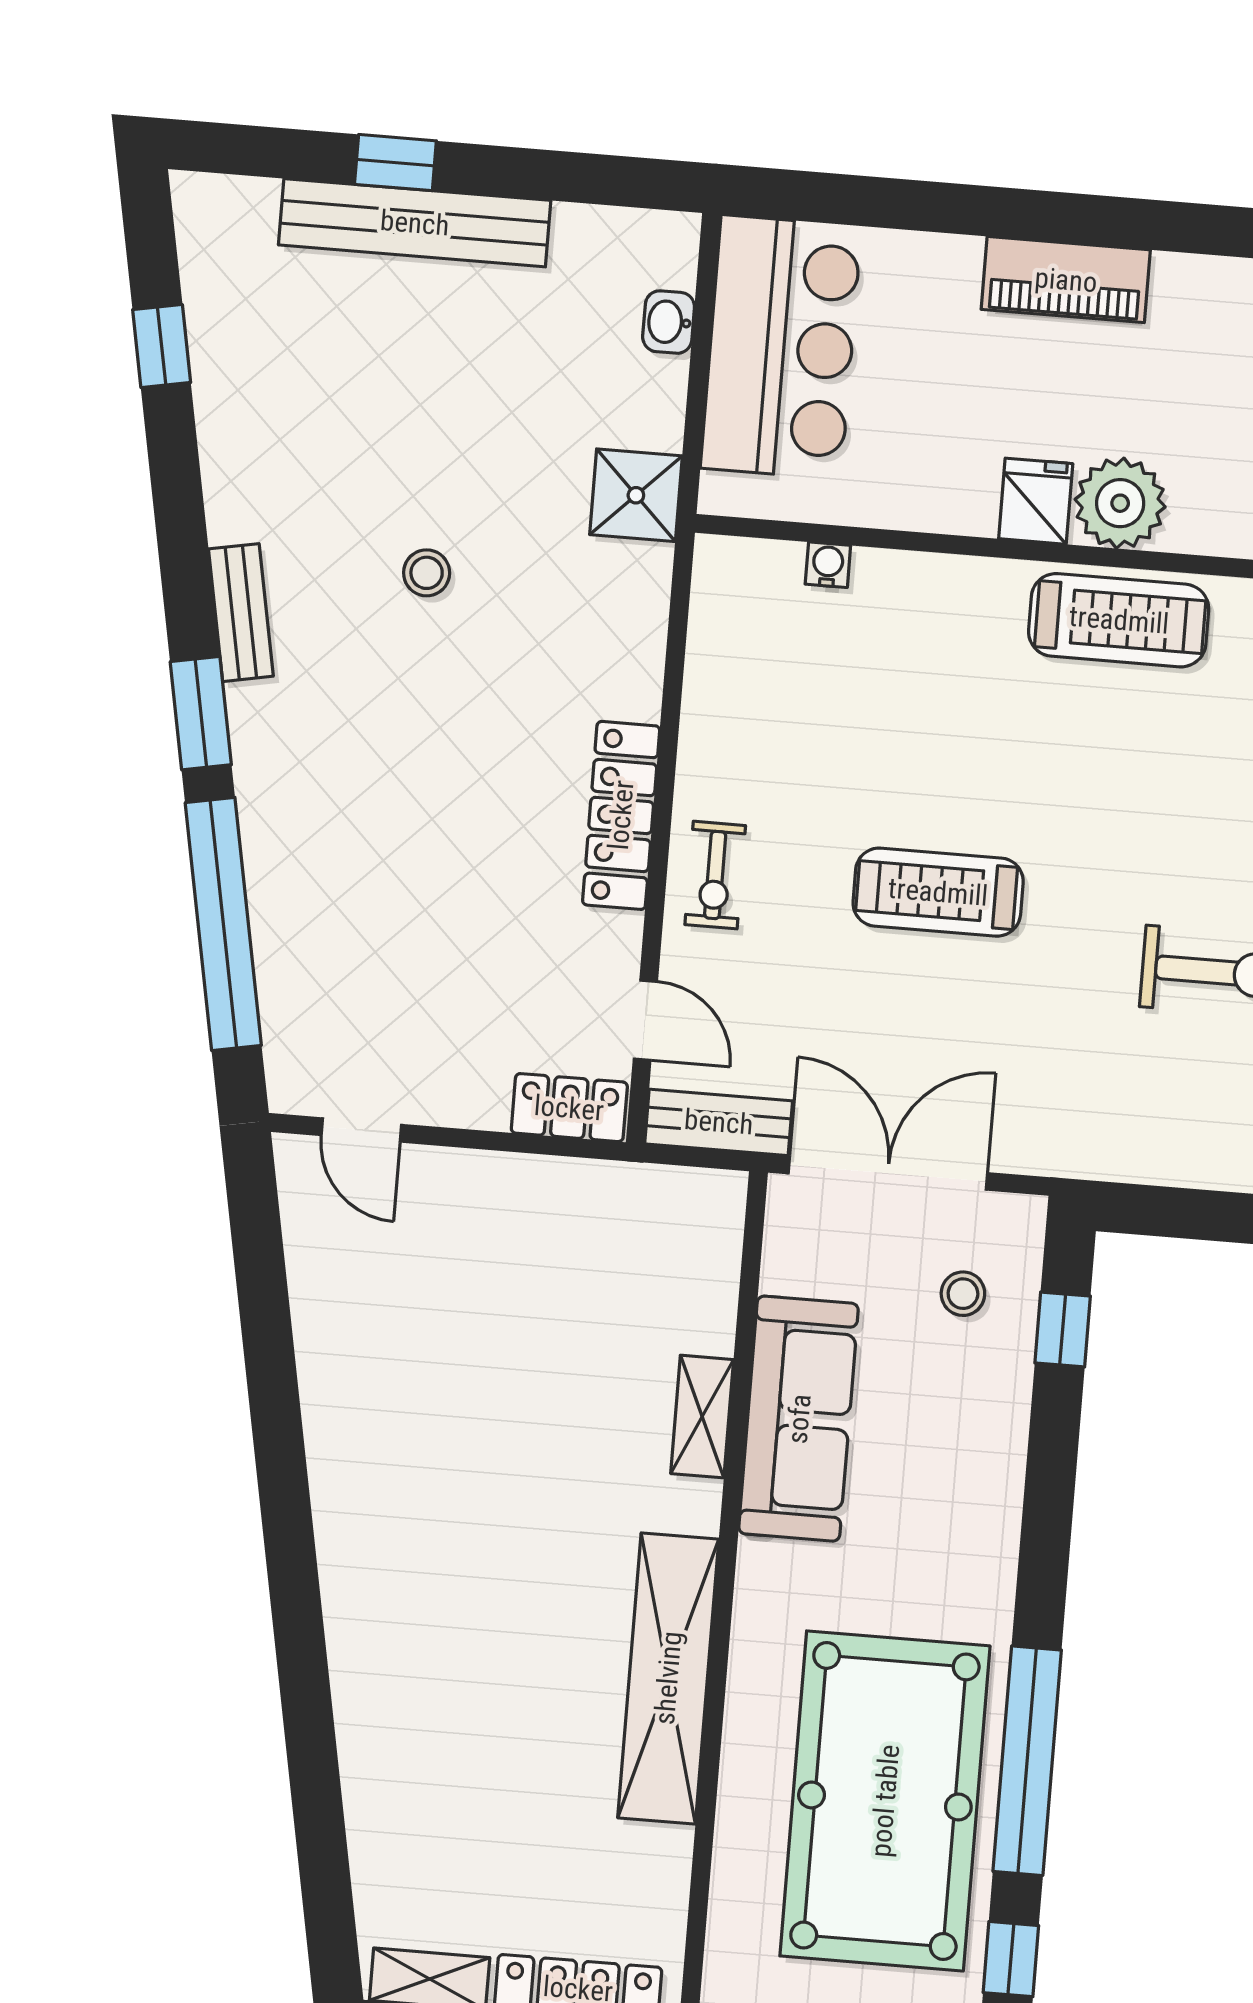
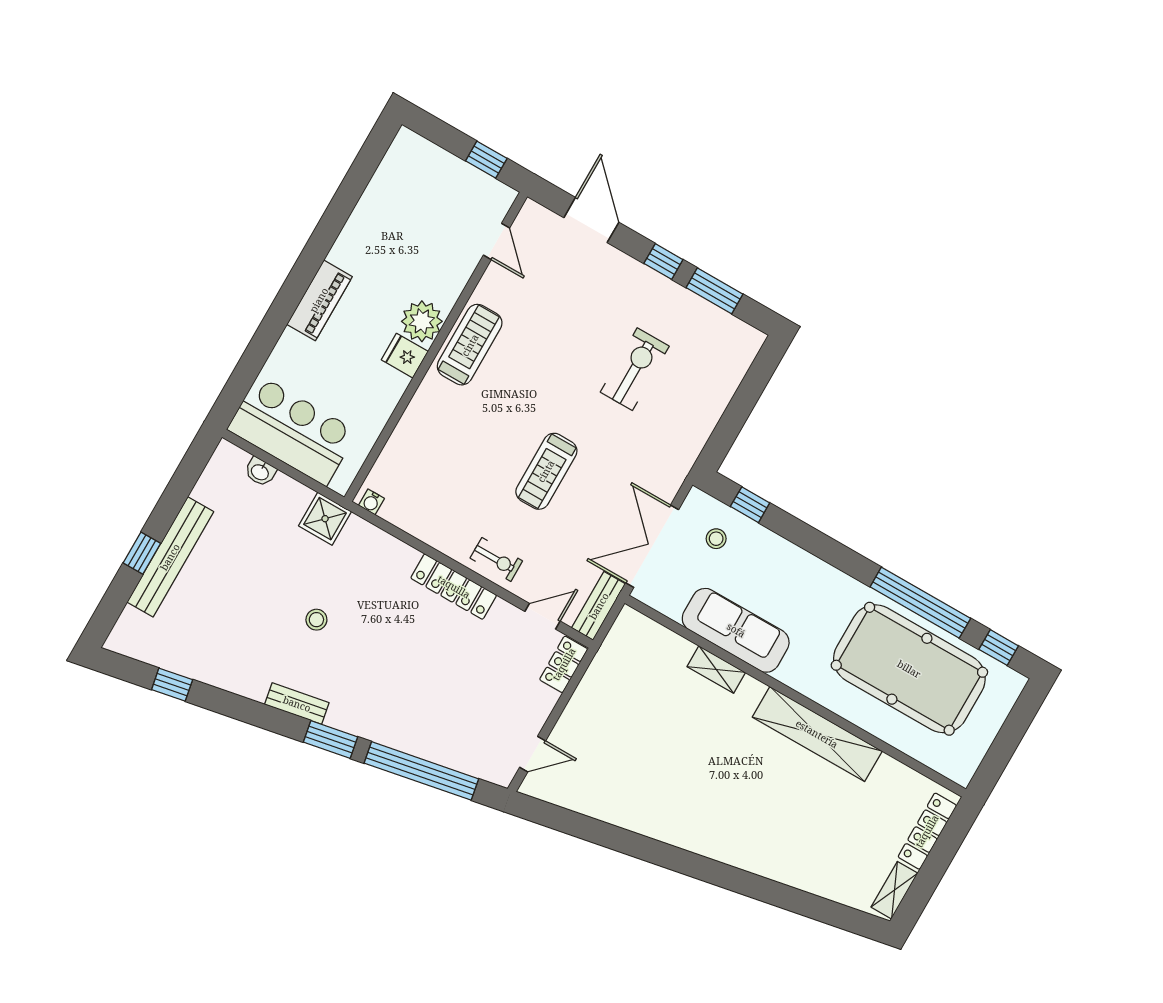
water cooler: (828, 565) -> (371, 502), moved, turned -90

